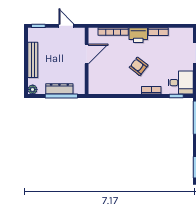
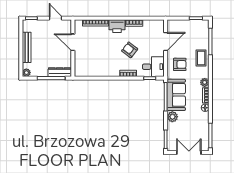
door: (87, 54) -> (73, 42), swing flipped
armchair: (139, 66) -> (130, 50), moved
dresser: (59, 89) -> (60, 72), moved

